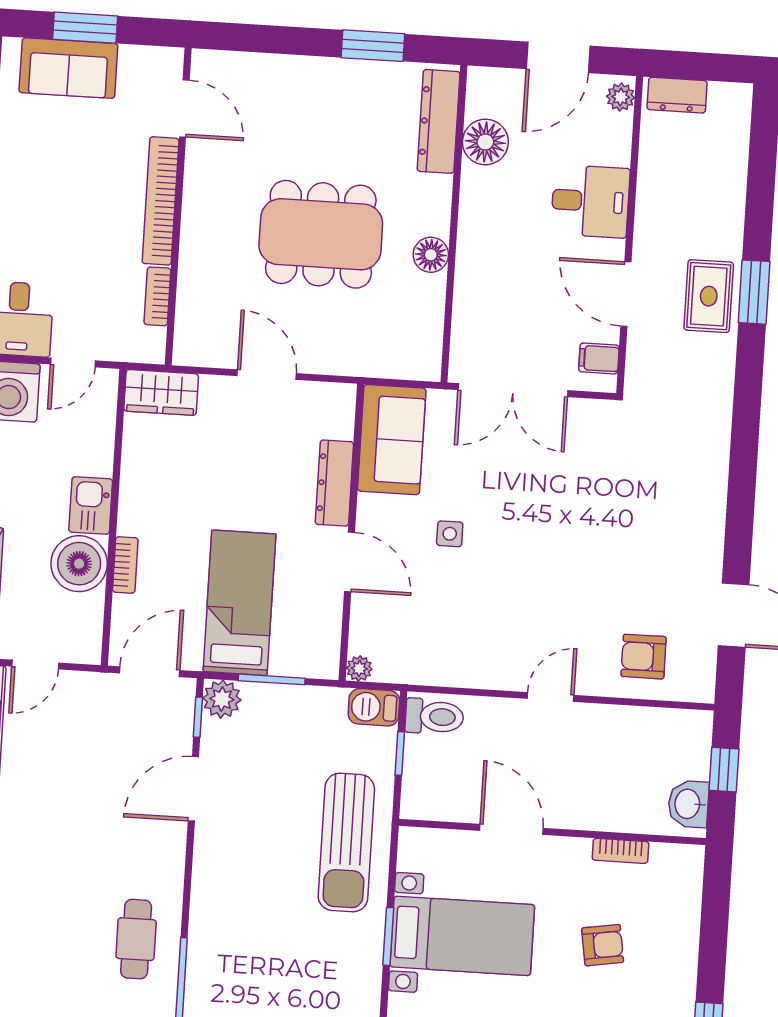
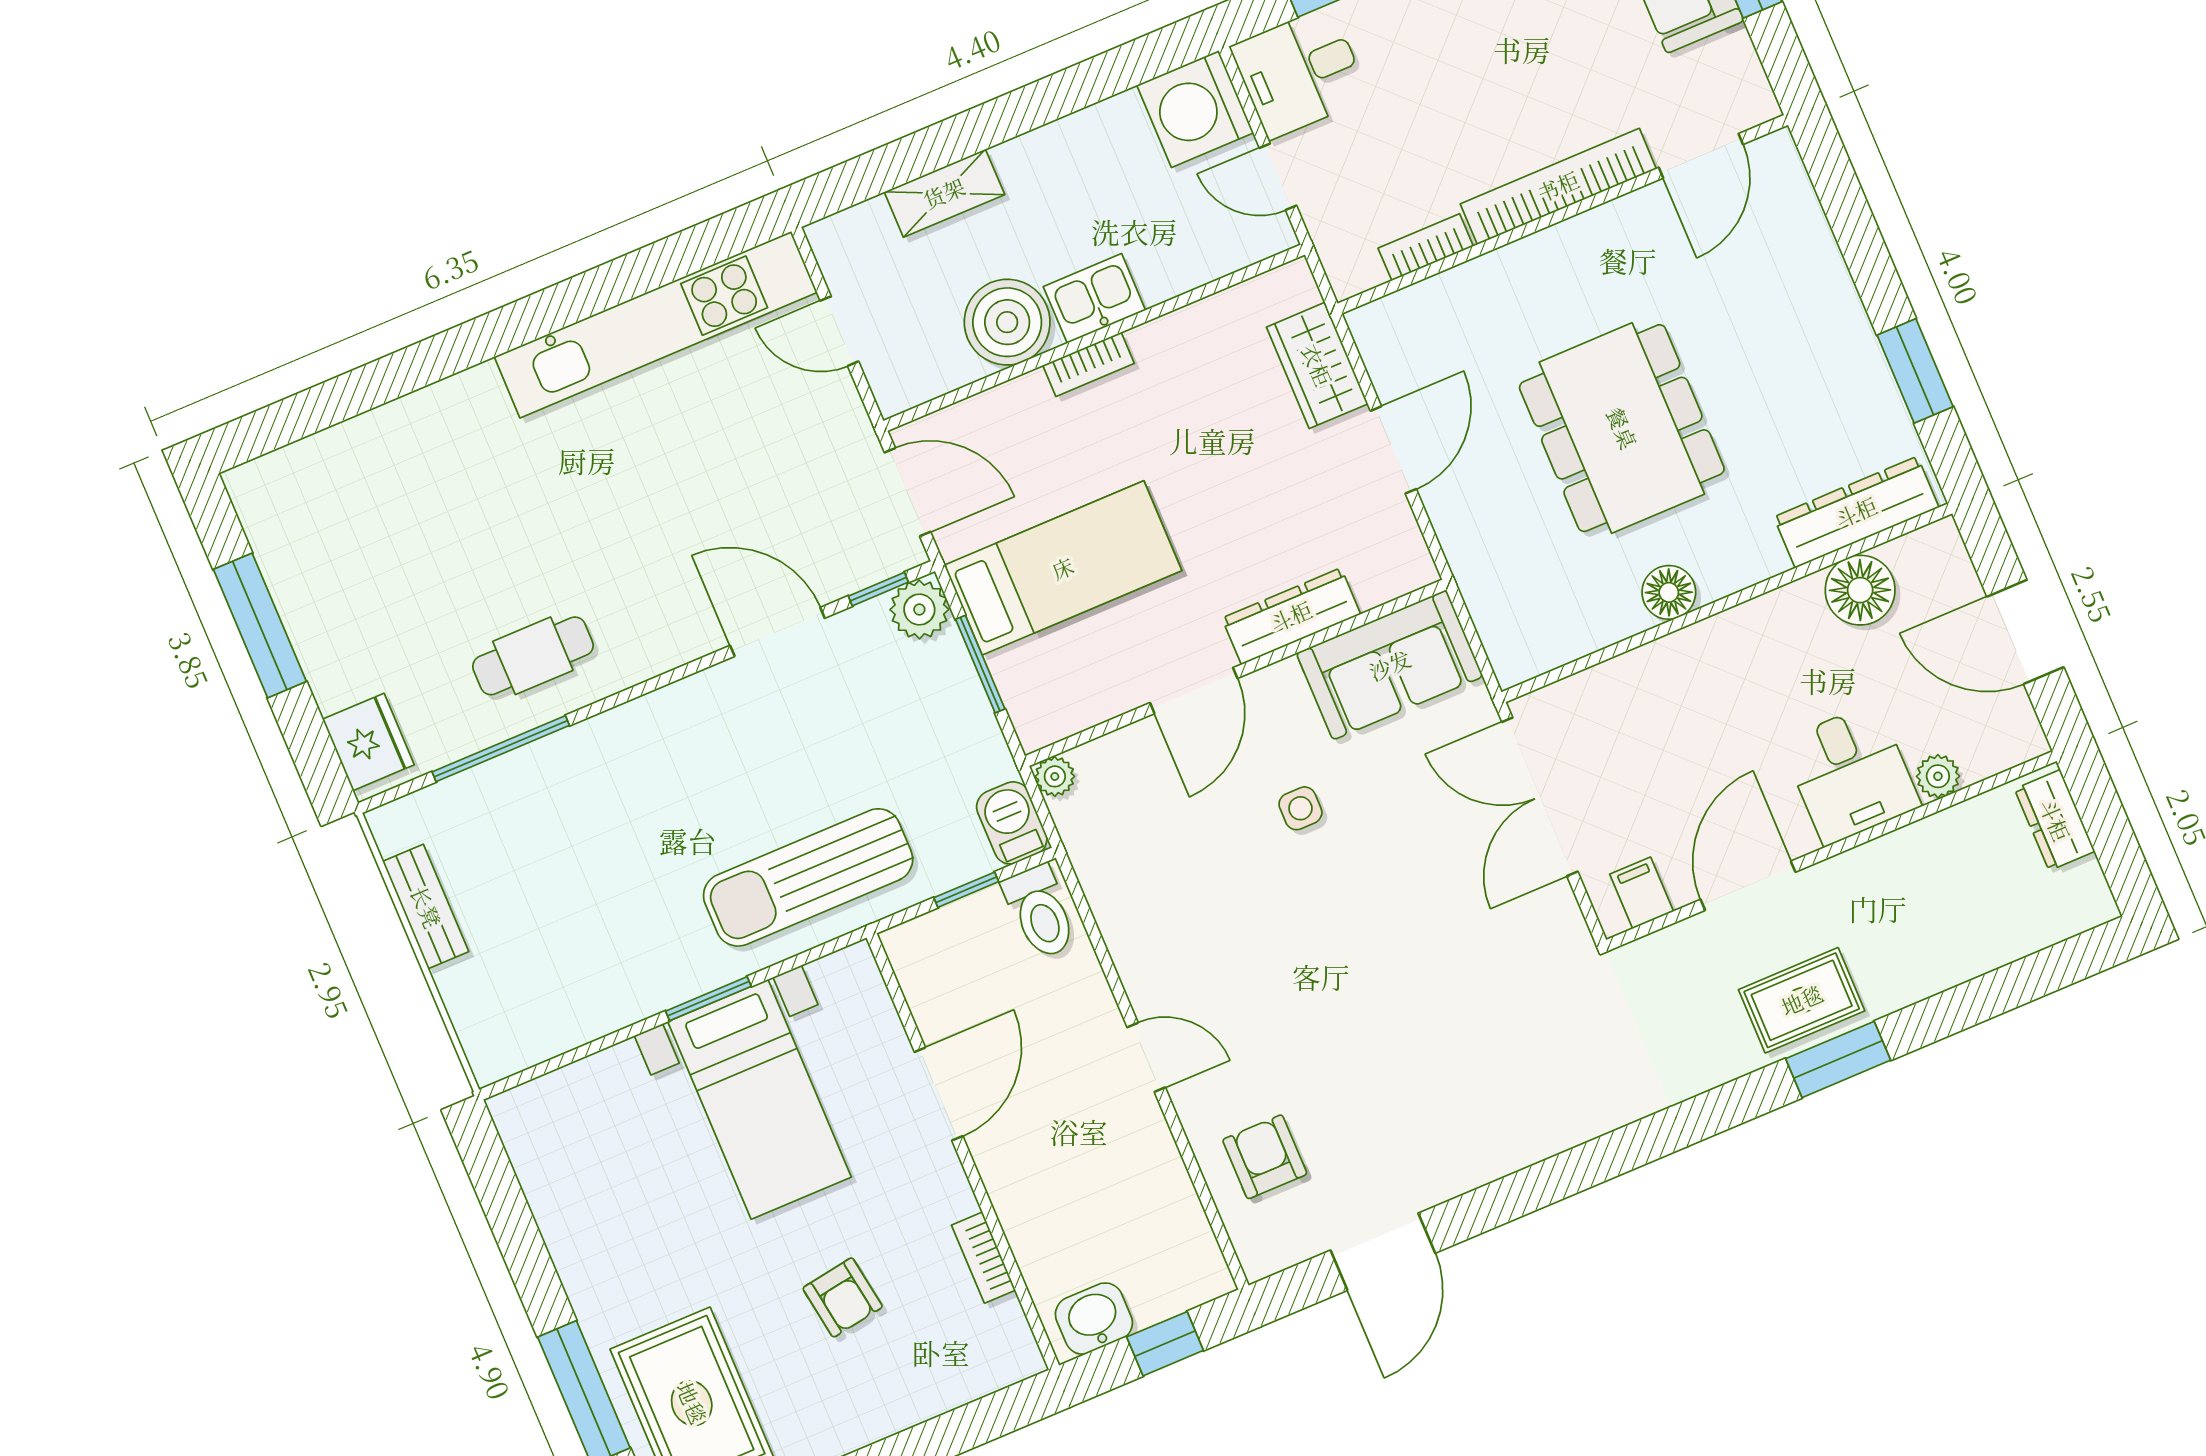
plant: (621, 97) -> (1938, 776), moved
wardrobe: (161, 392) -> (1317, 365), moved
bookcase: (125, 565) -> (1089, 364), moved

